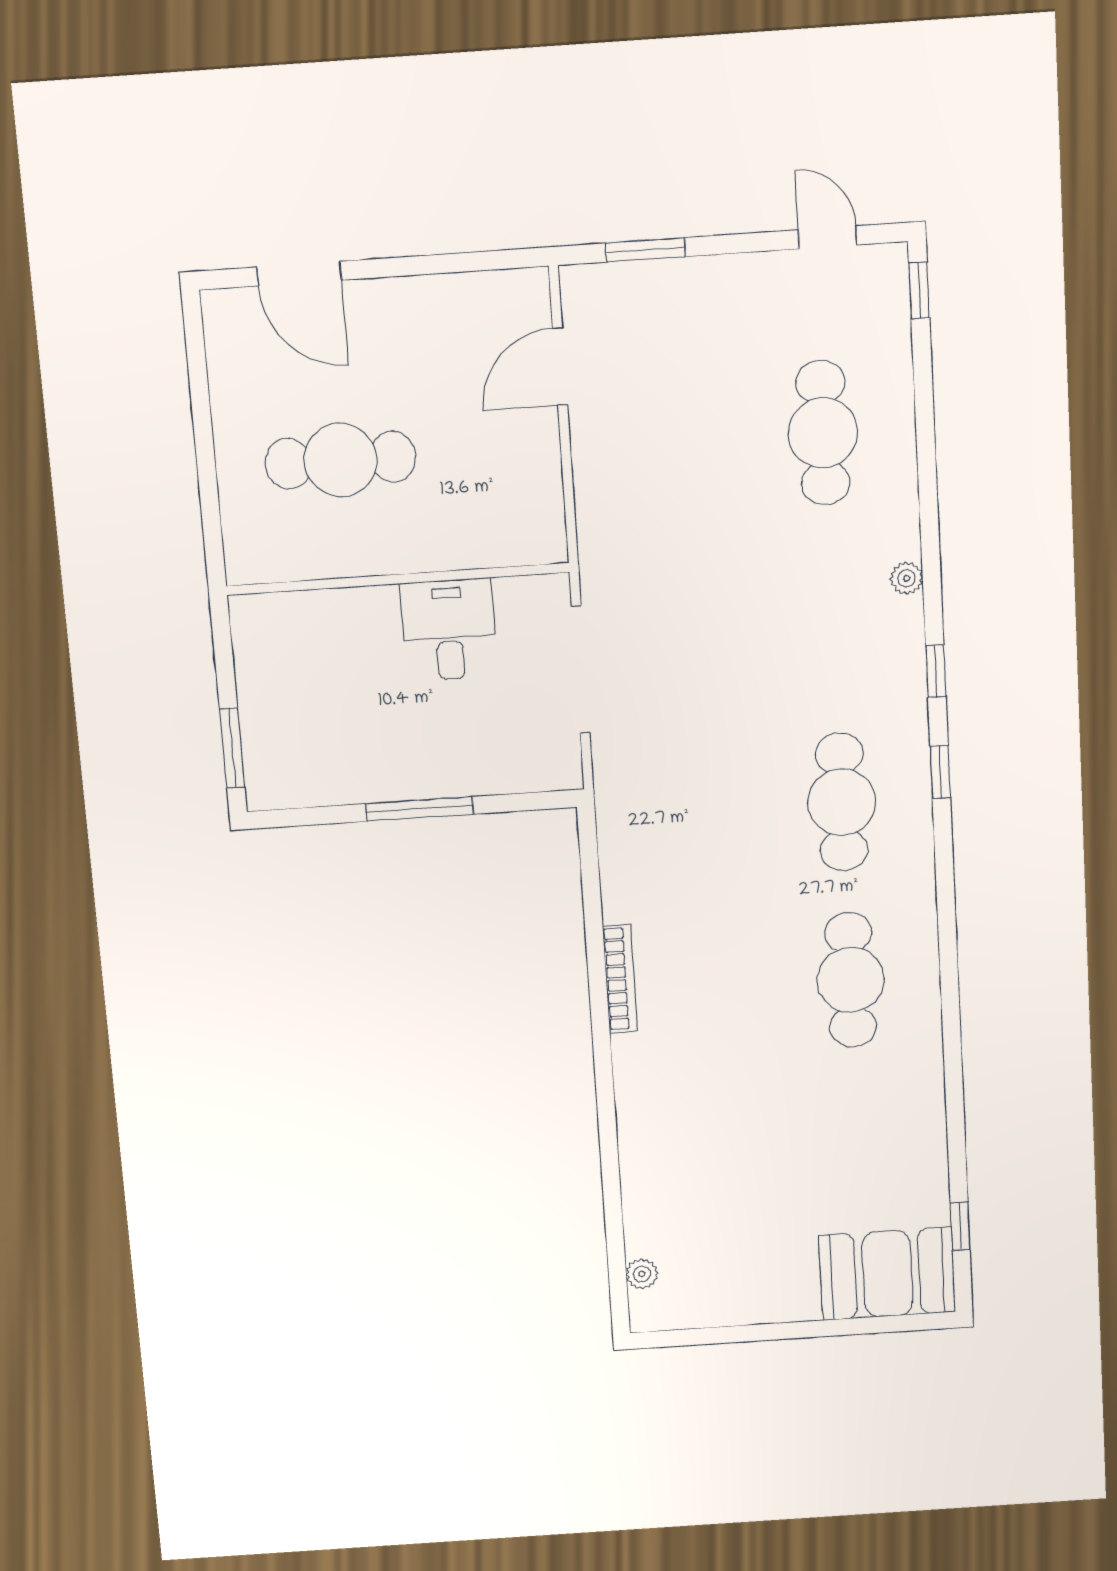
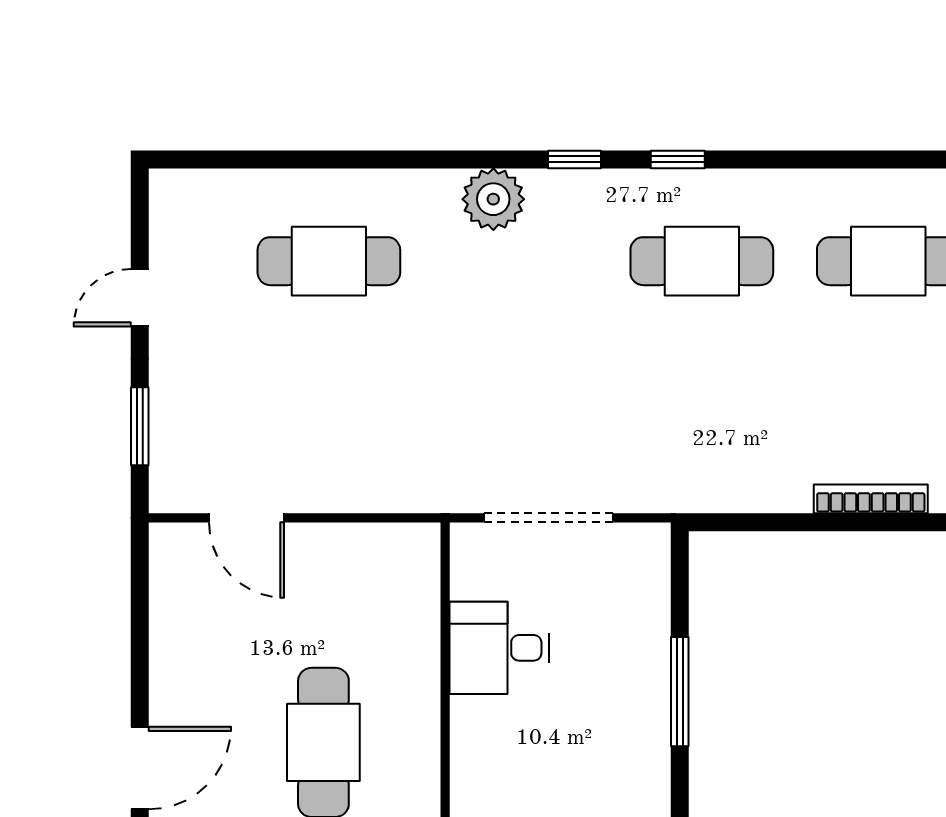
door: (828, 237) -> (140, 298), moved
window: (919, 291) -> (197, 159), removed
plant: (906, 578) -> (493, 199), width x1.88, depth x1.88

